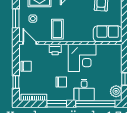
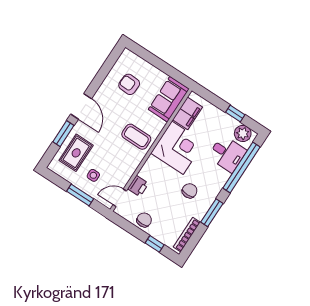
coffee table: (57, 29) -> (136, 137), moved
printer: (55, 49) -> (138, 186), moved
filing cabinet: (107, 51) -> (188, 113), added
desk: (84, 90) -> (227, 154), moved

